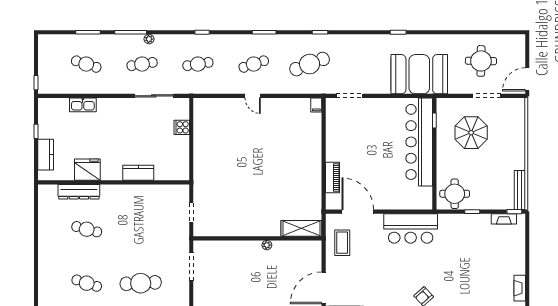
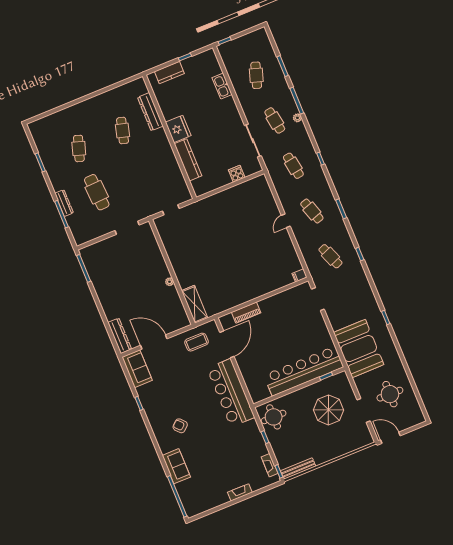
cafe table: (310, 64) -> (330, 256), width x0.73, depth x0.74
fridge: (87, 170) -> (178, 129), moved
kitchen counter: (138, 173) -> (188, 160), width x1.50
bar counter: (411, 228) -> (231, 393), width x1.36
fireplace: (520, 288) -> (240, 492), moved

